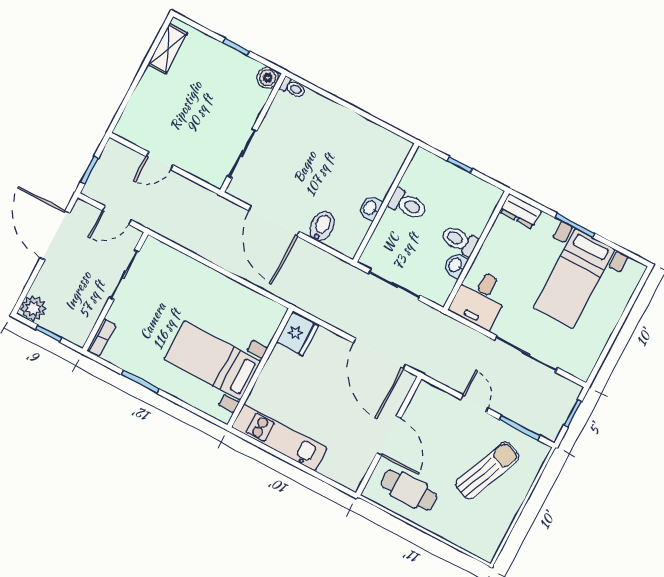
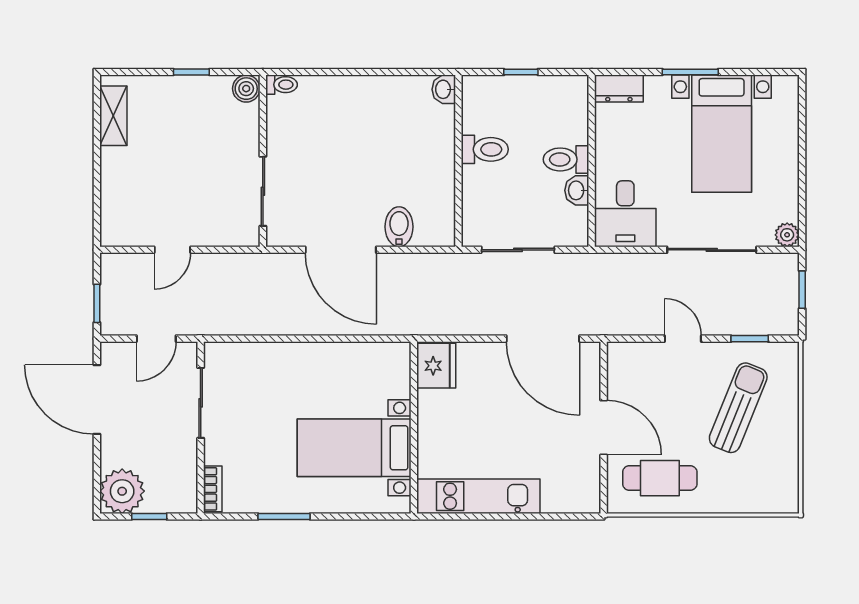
washbasin: (370, 208) -> (444, 89), moved
plant: (33, 309) -> (122, 491), width x1.36, depth x1.36
plant: (582, 371) -> (787, 235), added
window: (520, 428) -> (750, 339), width x0.67

